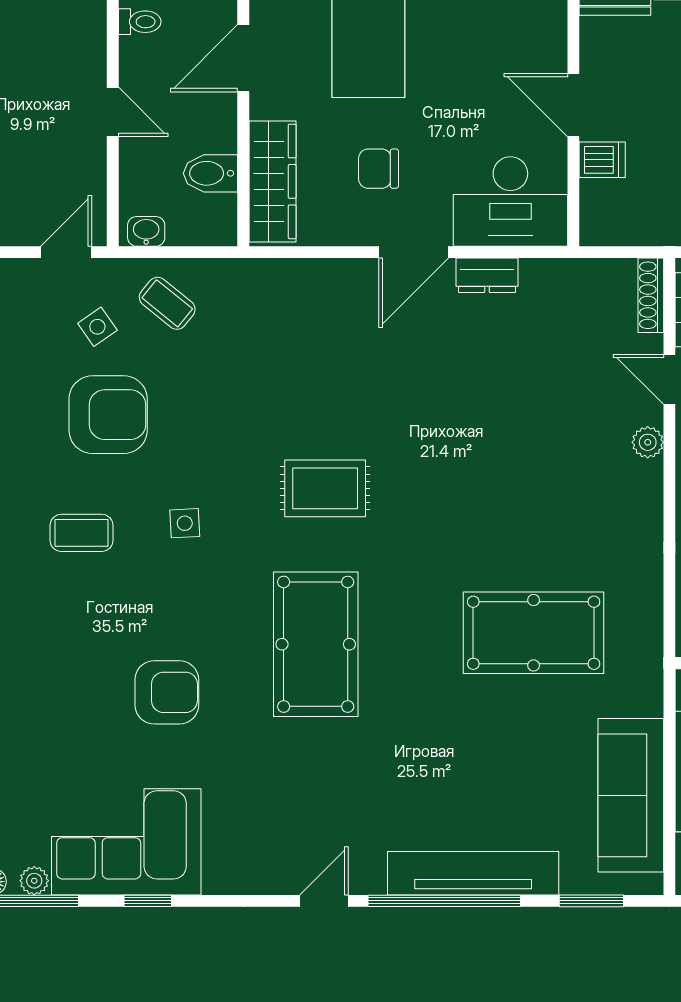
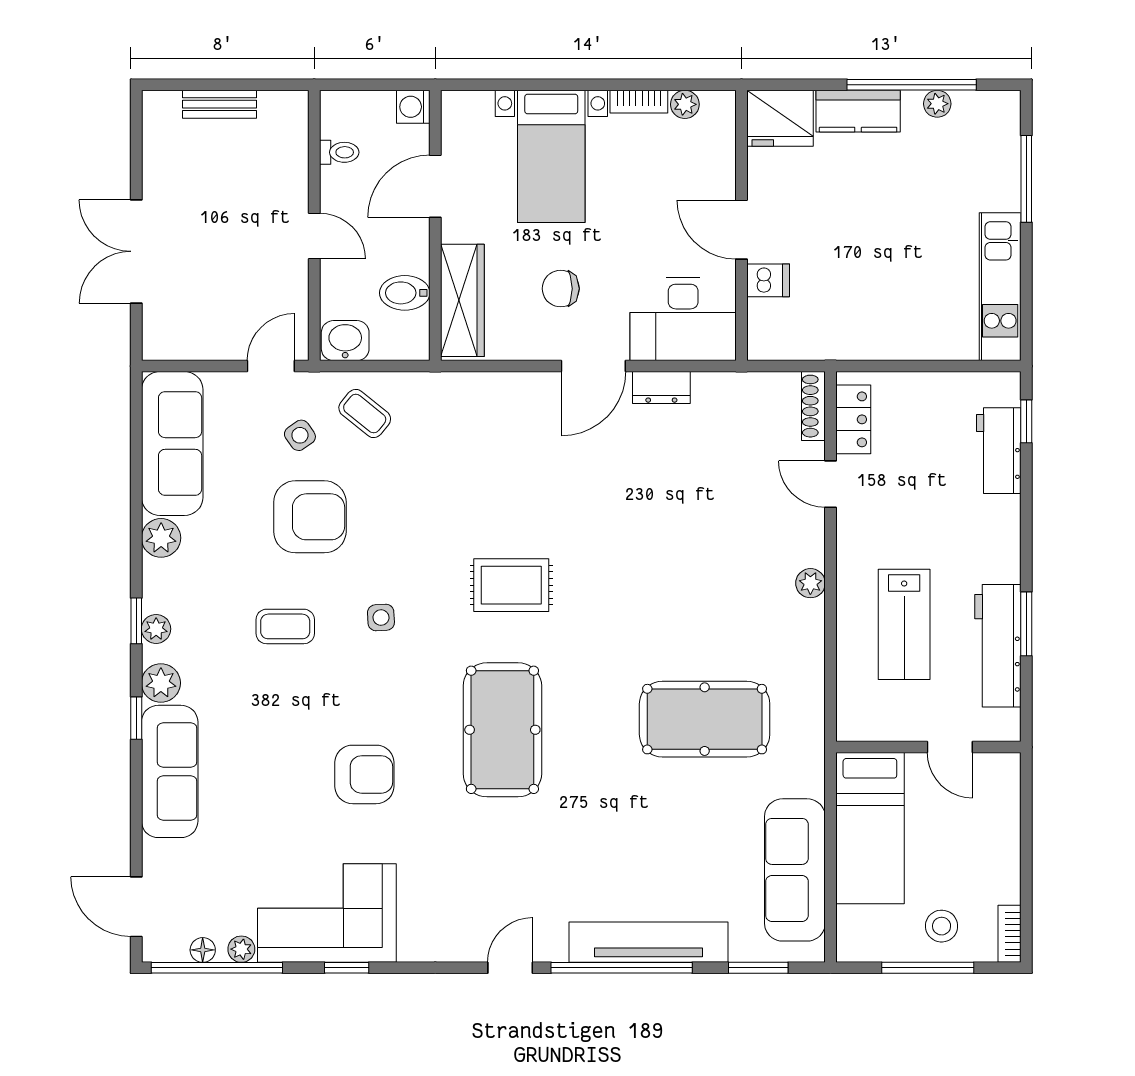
washbasin: (146, 231) -> (345, 341), width x1.38, depth x1.45
plant: (648, 442) -> (810, 583), moved

